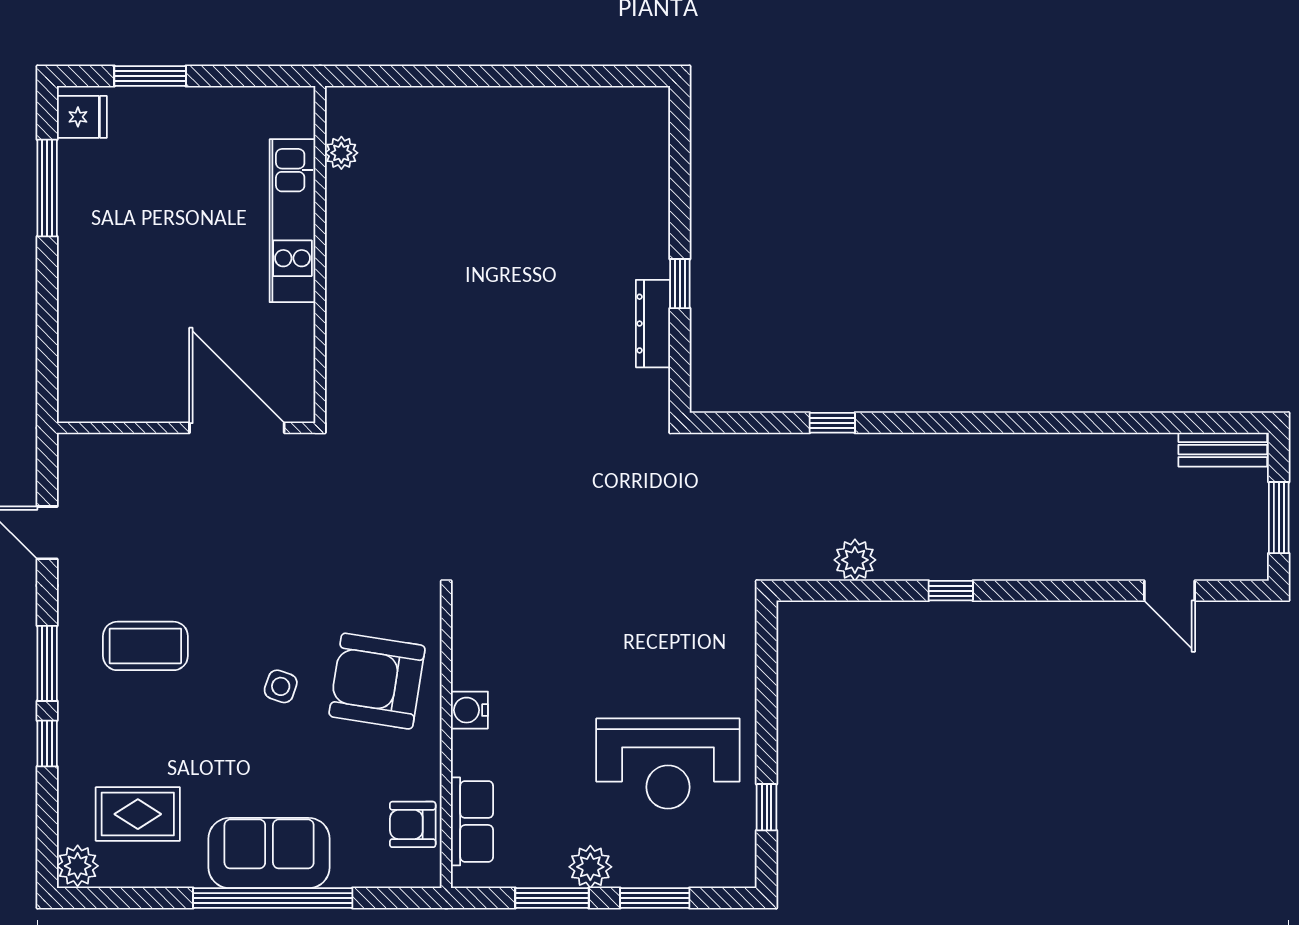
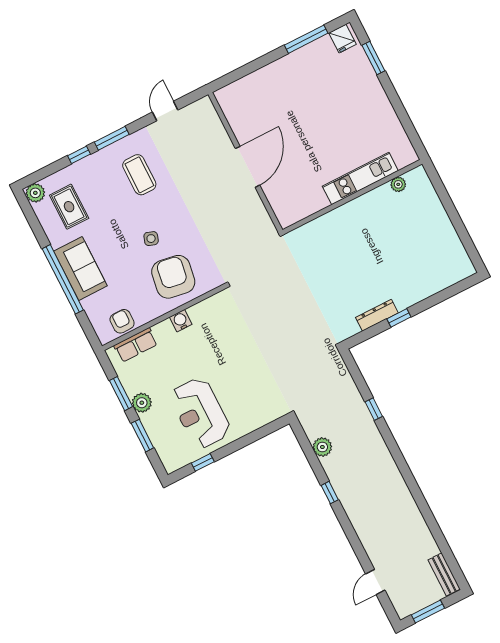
plant: (341, 153) -> (398, 184), moved
kitchen unit: (292, 221) -> (360, 179), moved
wall: (320, 255) -> (352, 197), moved

